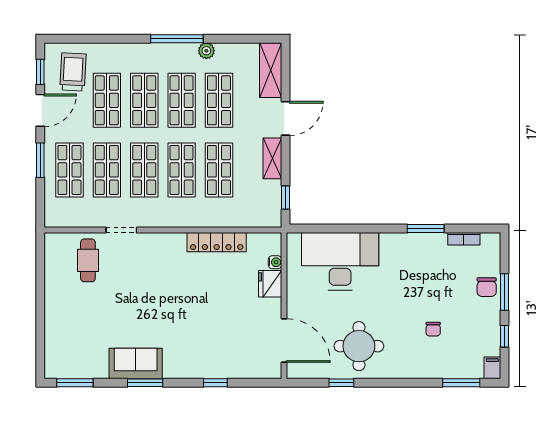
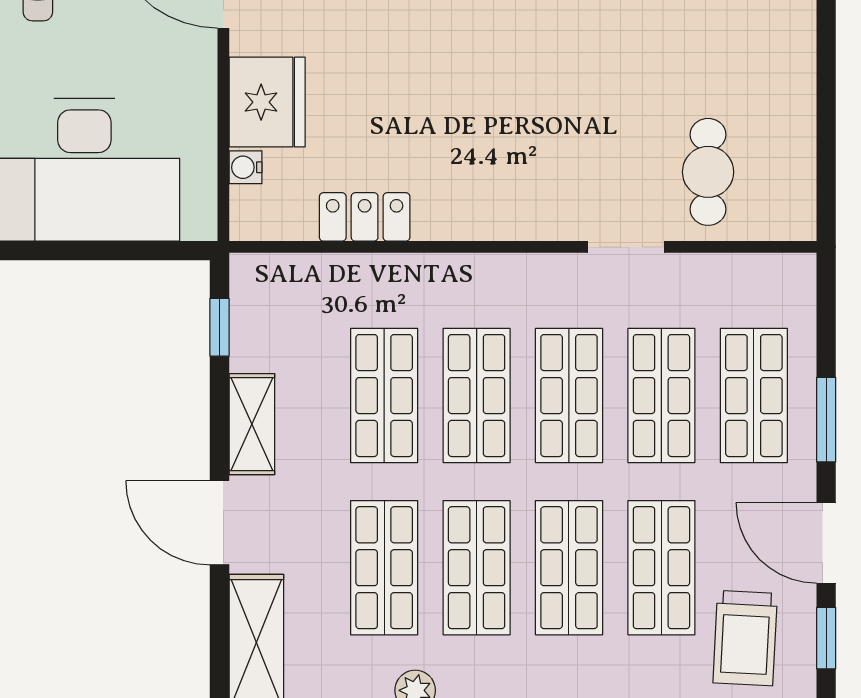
door: (40, 110) -> (826, 543), hinge flipped
door: (286, 118) -> (219, 523), hinge flipped
locker: (217, 242) -> (365, 217), width x0.66
fridge: (270, 284) -> (267, 102), width x1.36, depth x1.34

